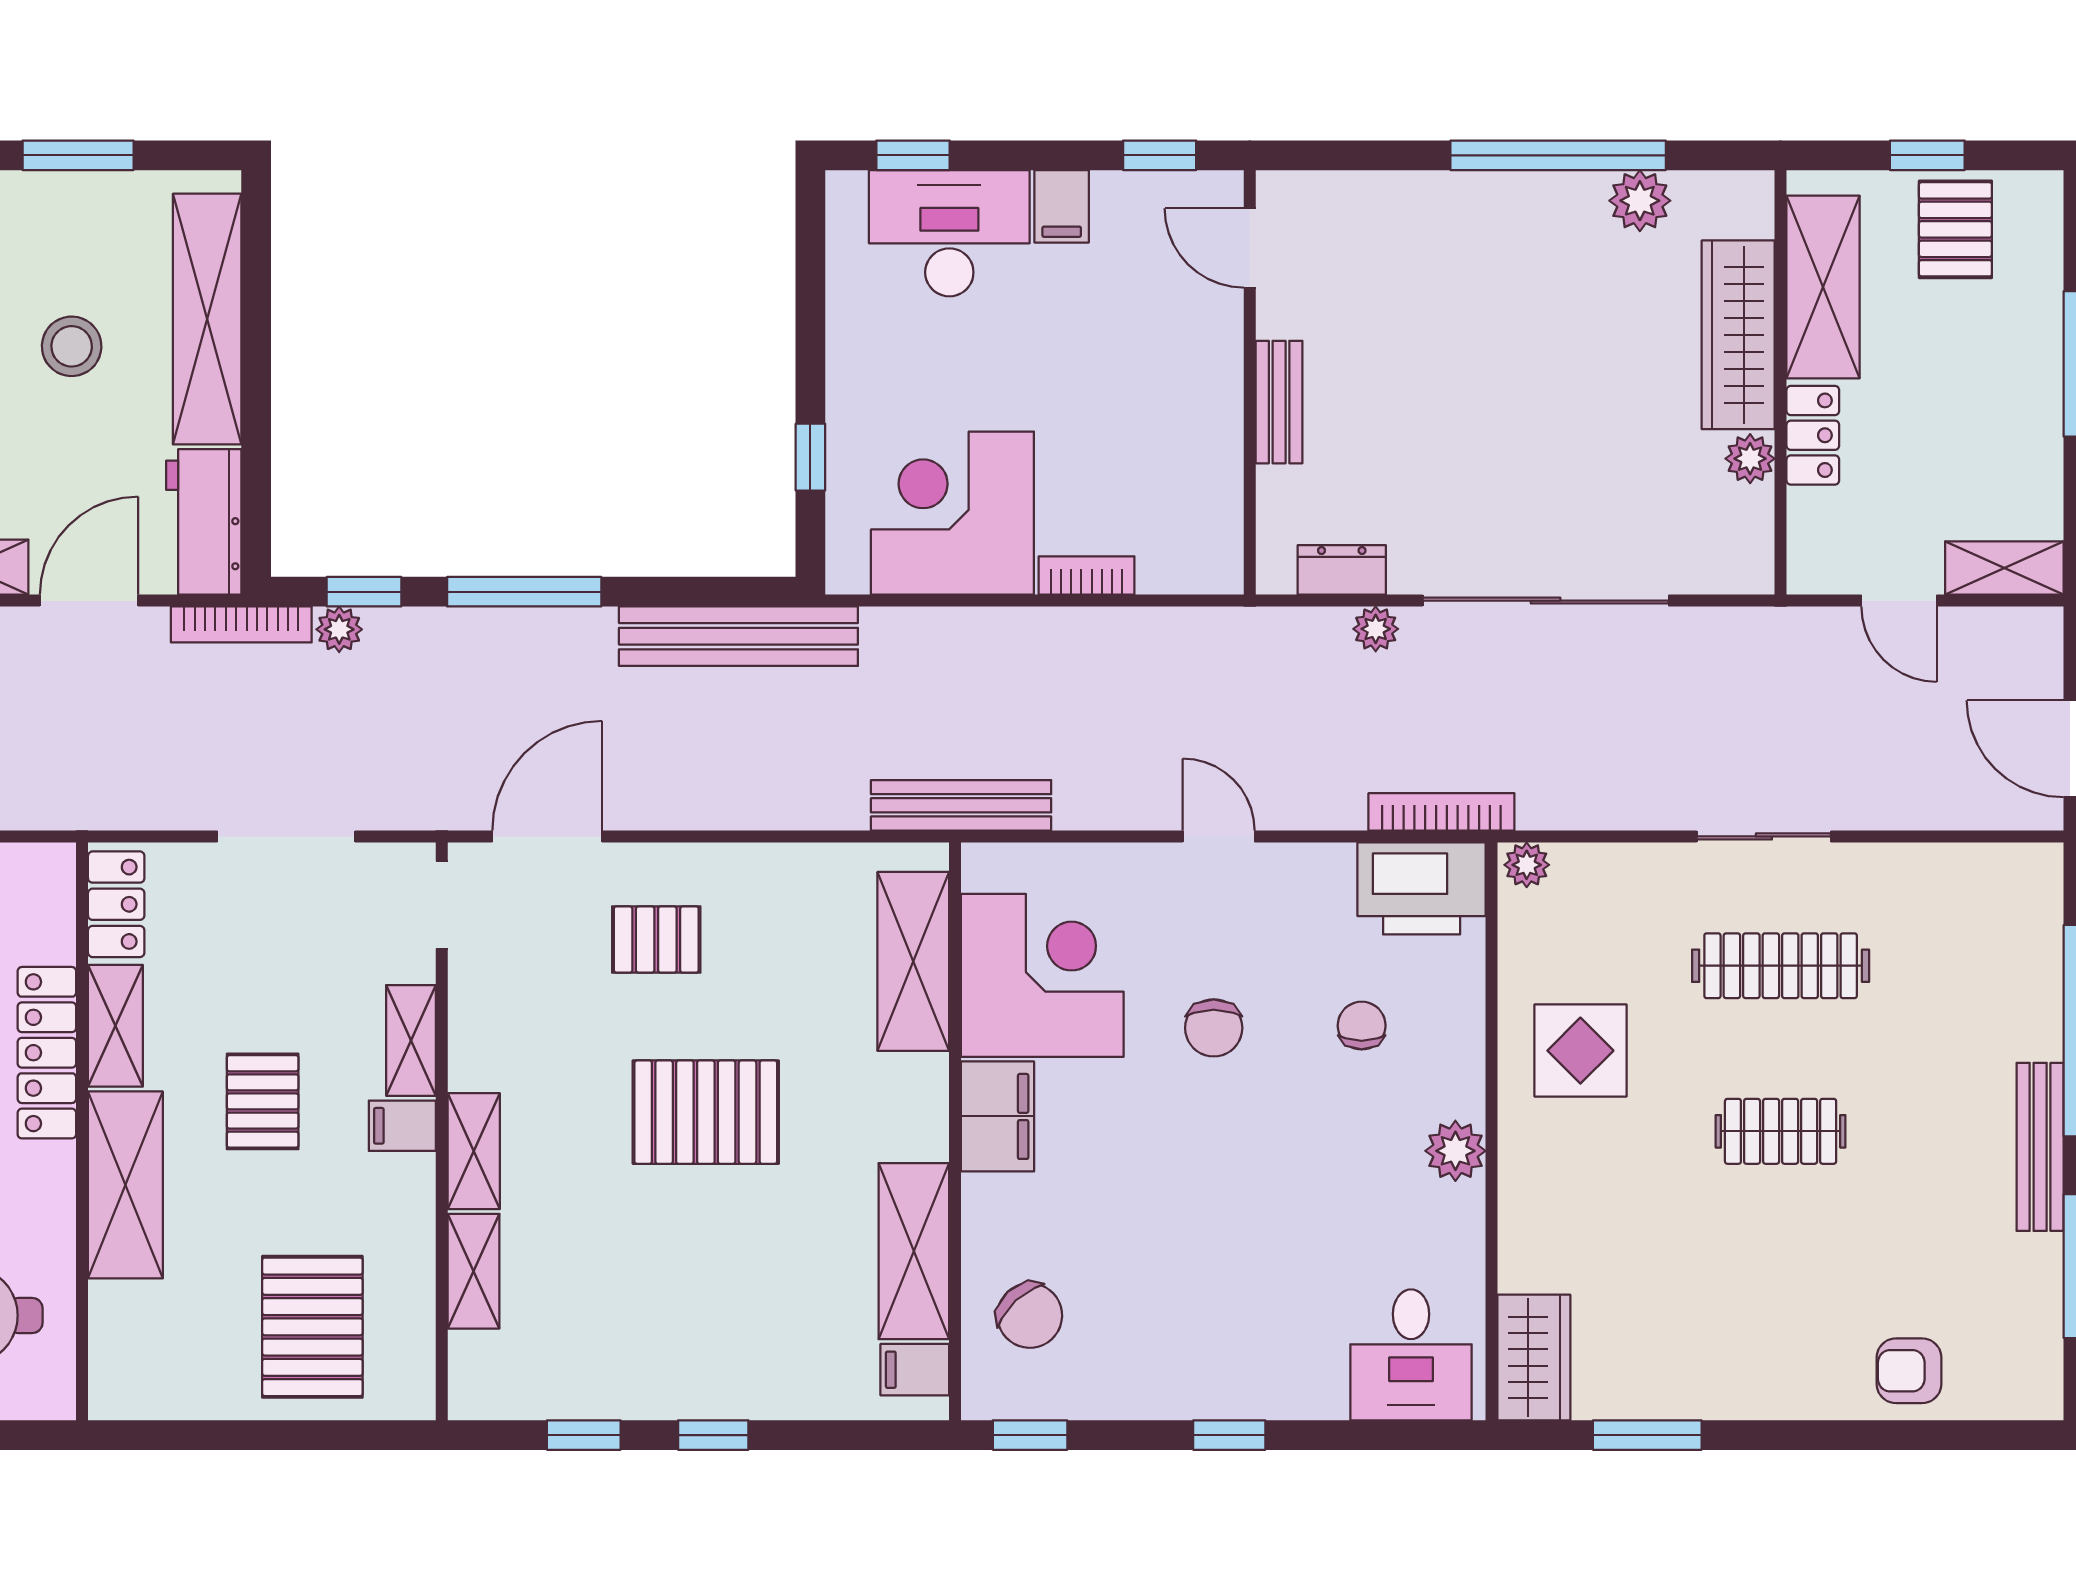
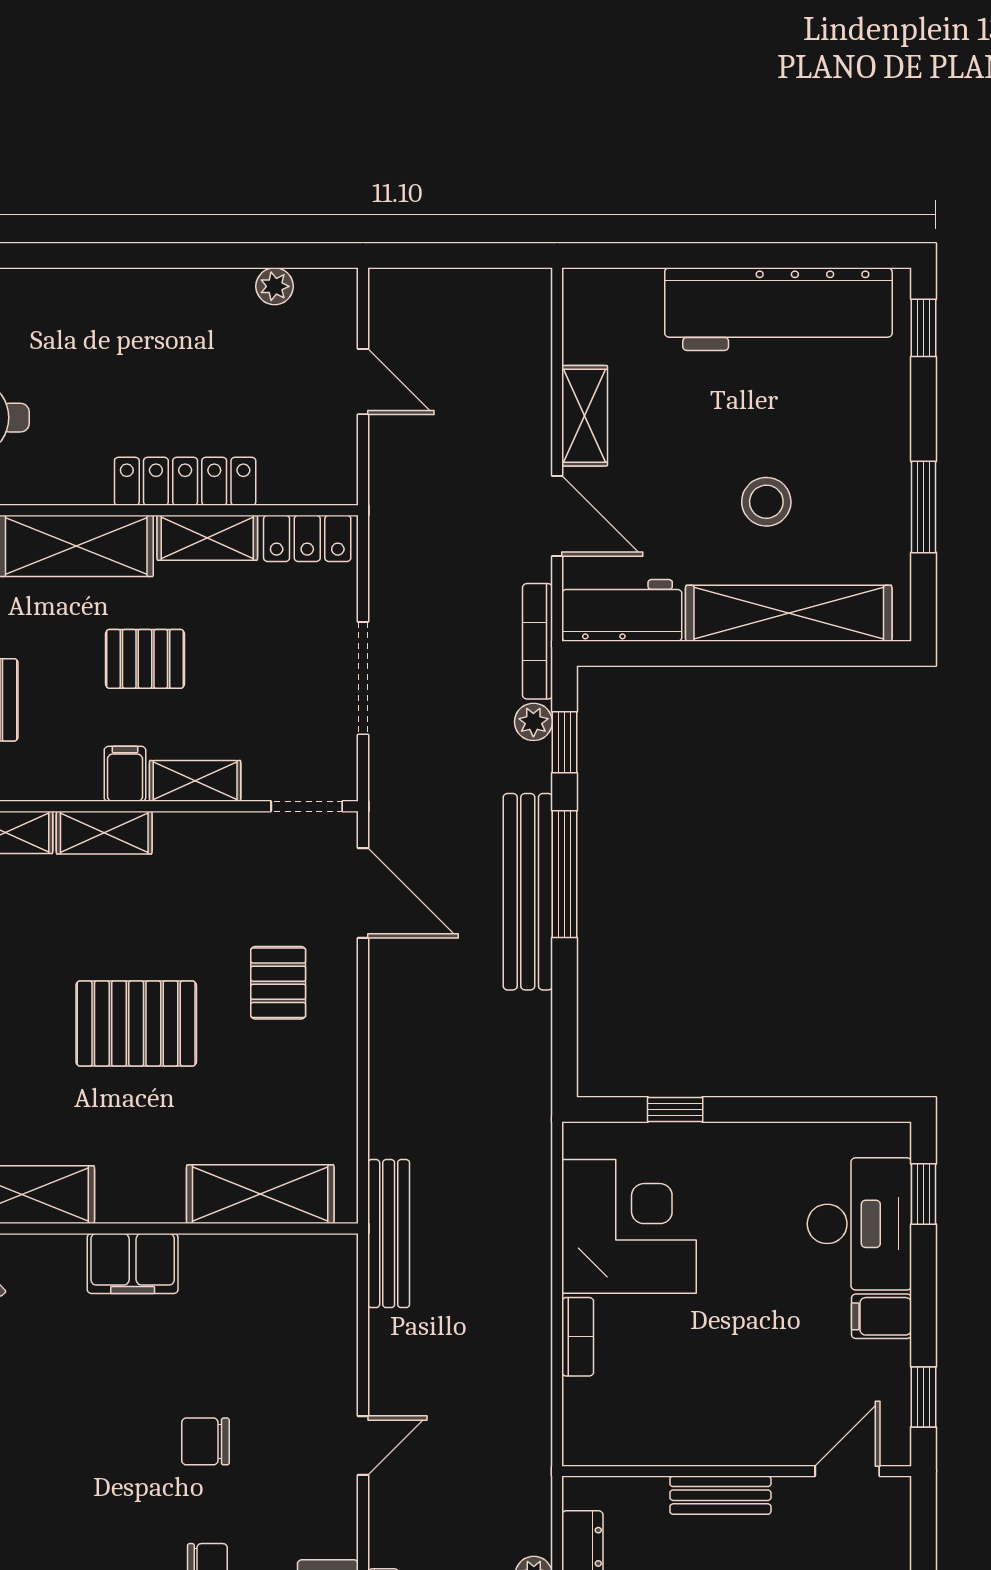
bench: (738, 636) -> (528, 892), moved
corner desk: (1042, 975) -> (249, 1300), removed
pallet: (706, 1112) -> (136, 1023), turned 90

